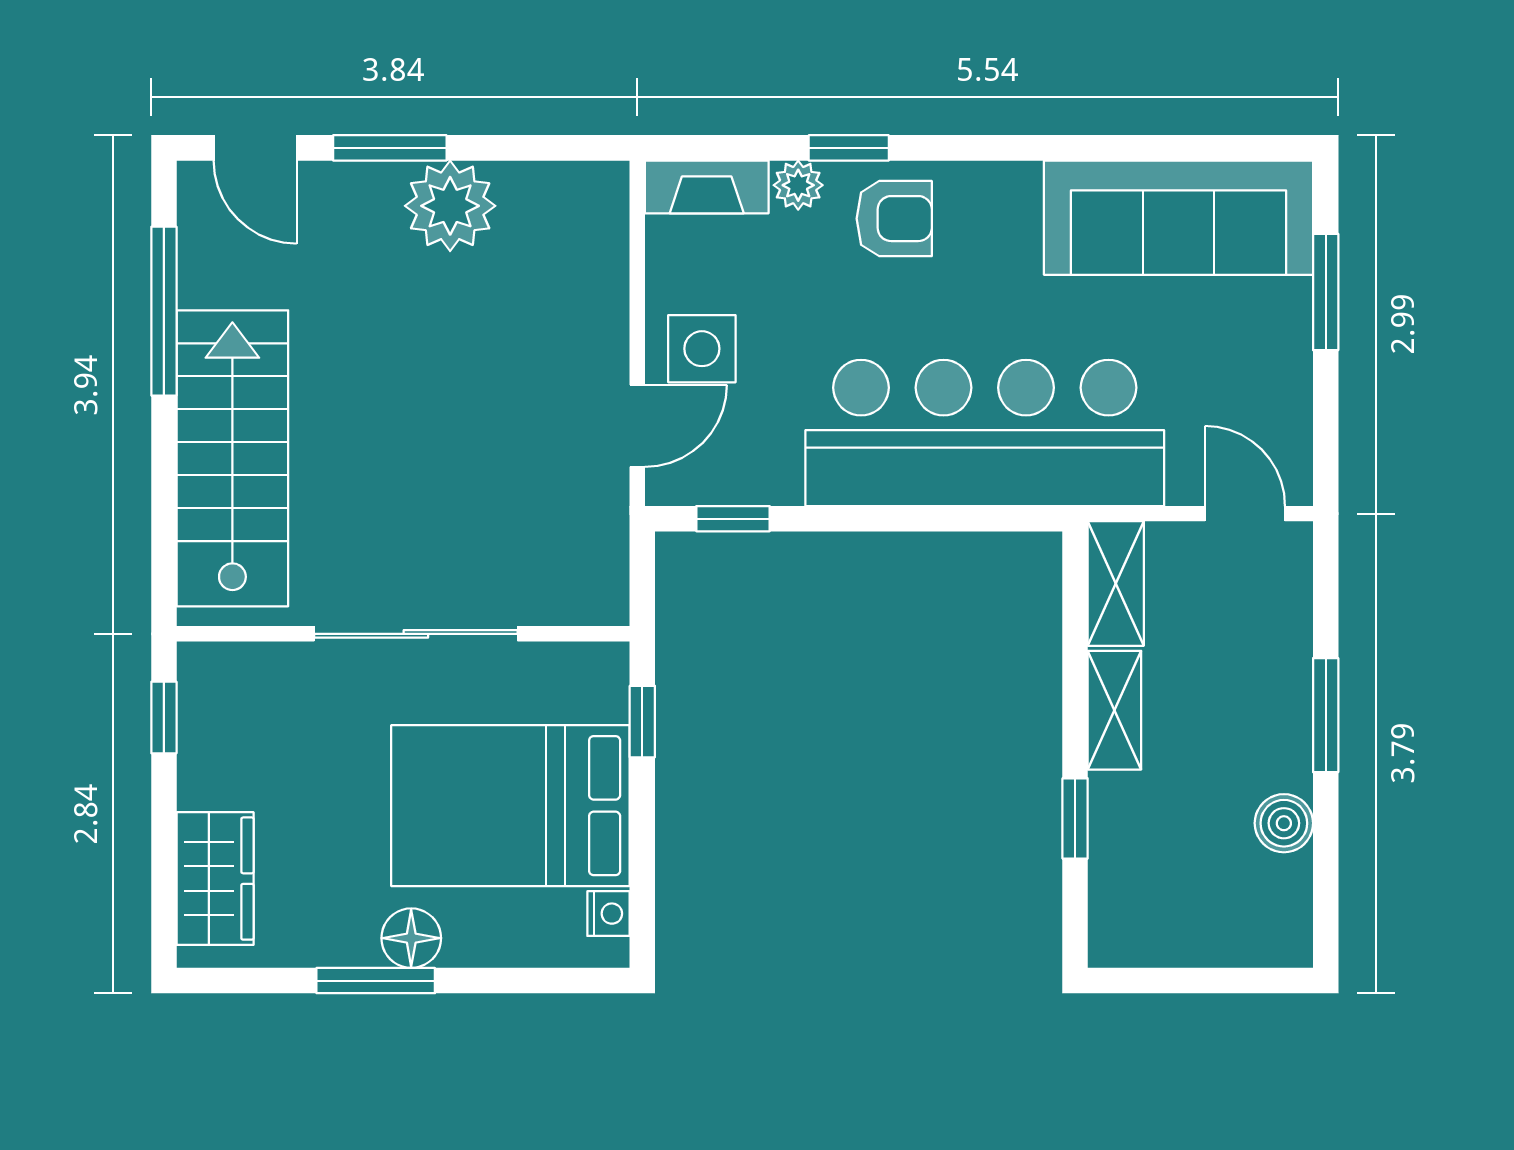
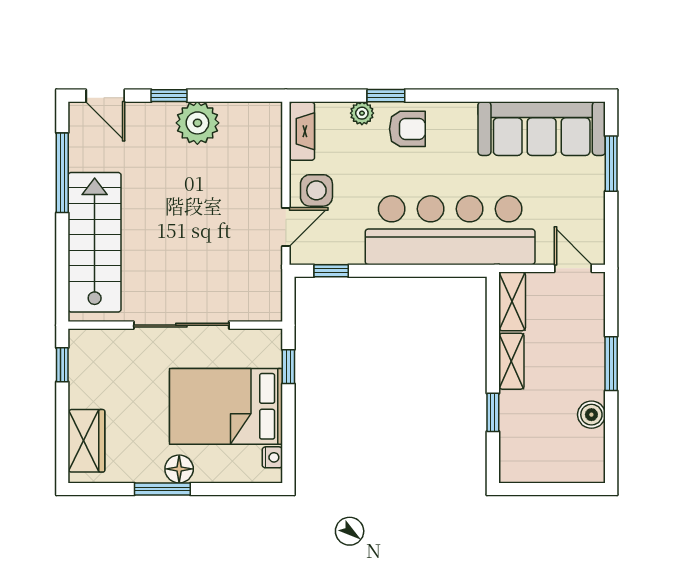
window: (390, 148) -> (169, 96), width x0.67
fireplace: (707, 187) -> (302, 131), moved, turned -90

